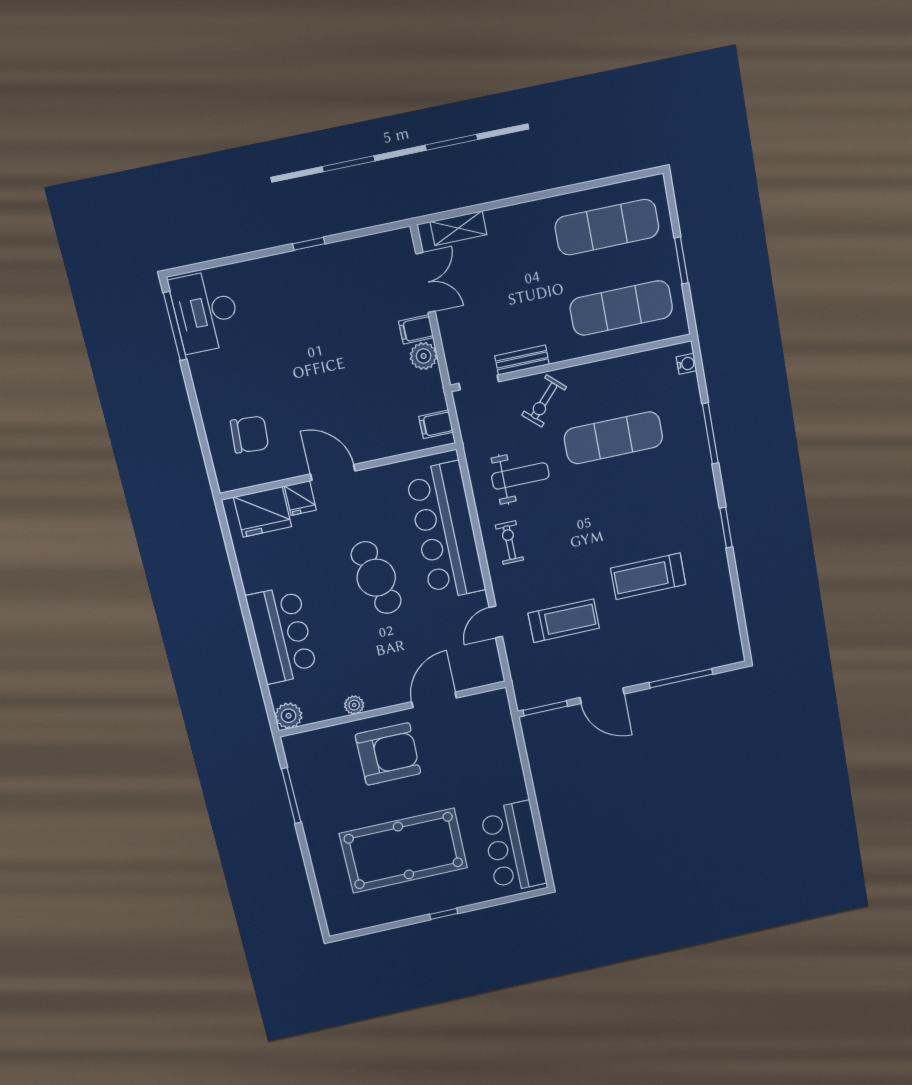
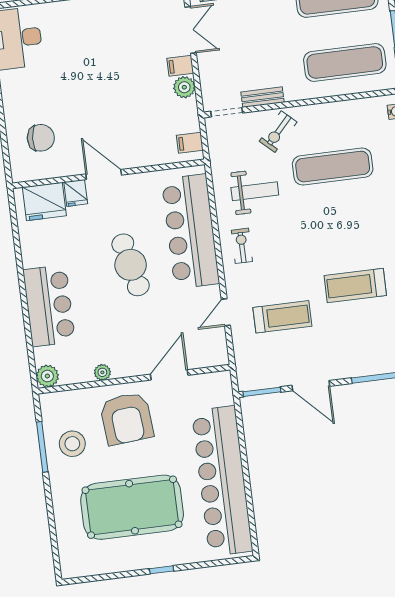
armchair: (388, 754) -> (127, 419), turned 85
stool: (326, 788) -> (72, 444), added
bar counter: (514, 847) -> (222, 481), width x1.86

